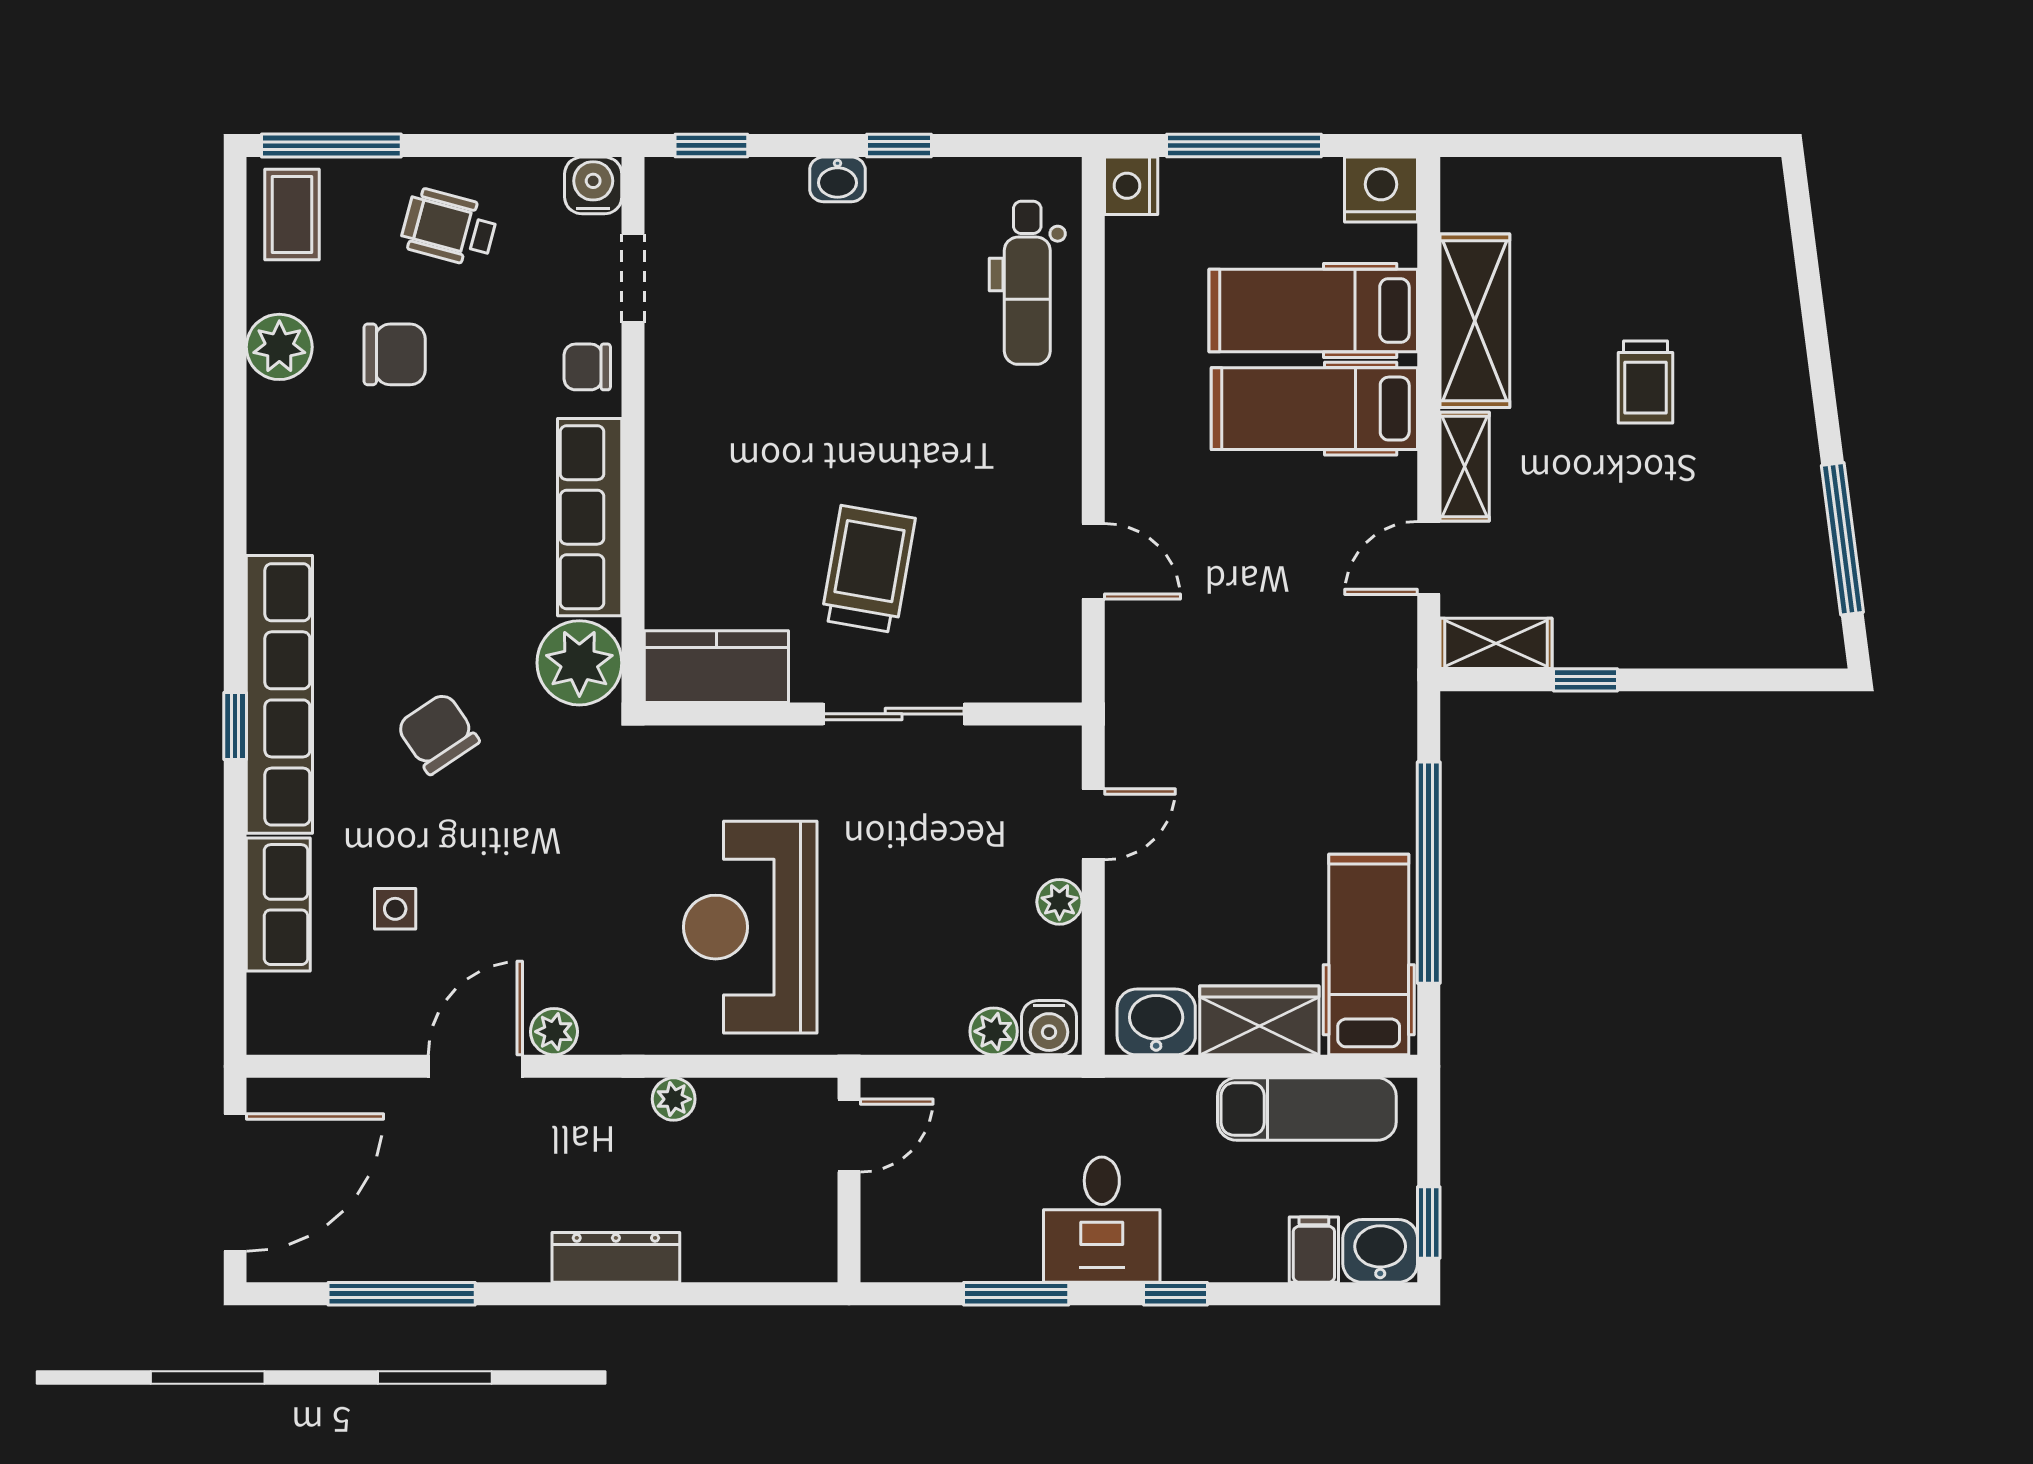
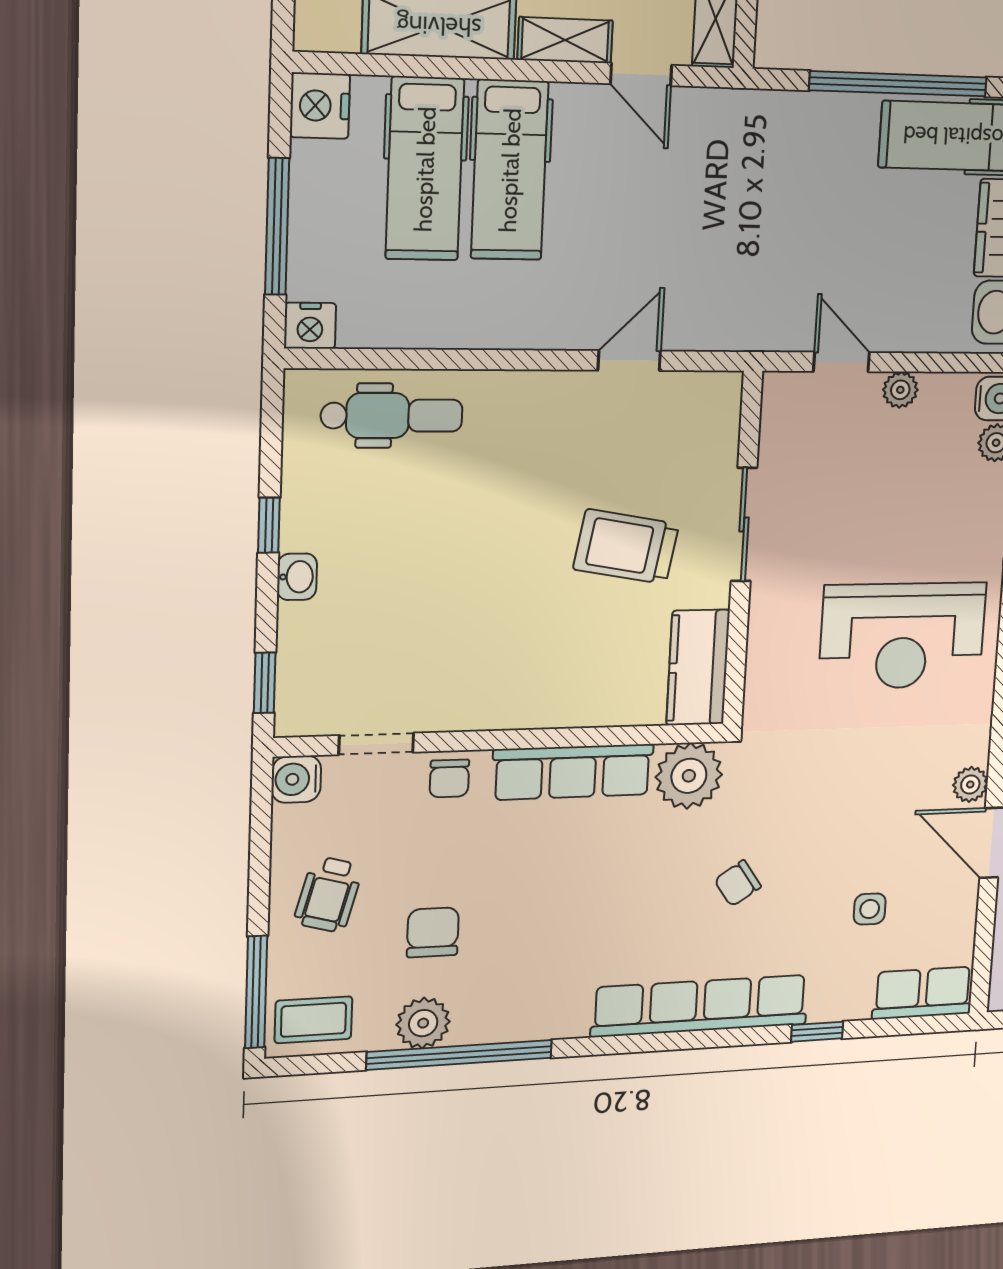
window: (235, 393) -> (460, 1055), added
window: (235, 726) -> (817, 1032), moved
chair: (438, 733) -> (738, 883), width x0.73, depth x0.73
row of seats: (278, 905) -> (923, 993), moved

